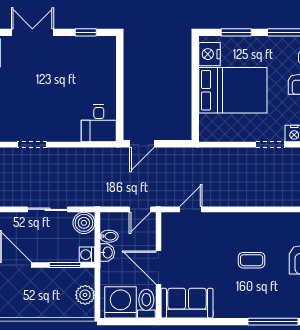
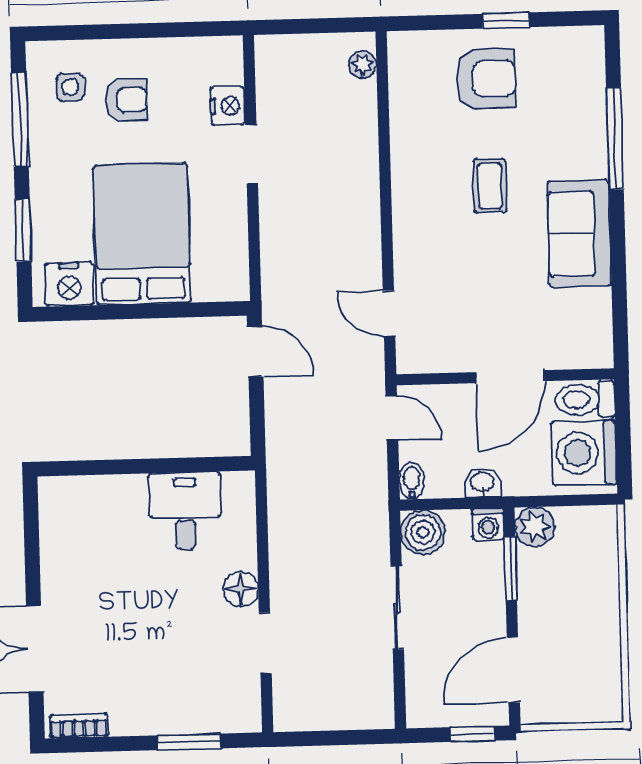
window: (86, 32) -> (32, 539), removed
desk: (99, 123) -> (185, 511), moved, turned -90
floor lamp: (59, 134) -> (241, 589), added
door: (142, 144) -> (255, 351), moved
bidet: (109, 236) -> (412, 481), moved
plant: (85, 295) -> (535, 527), moved
sofa: (187, 303) -> (579, 234), moved

